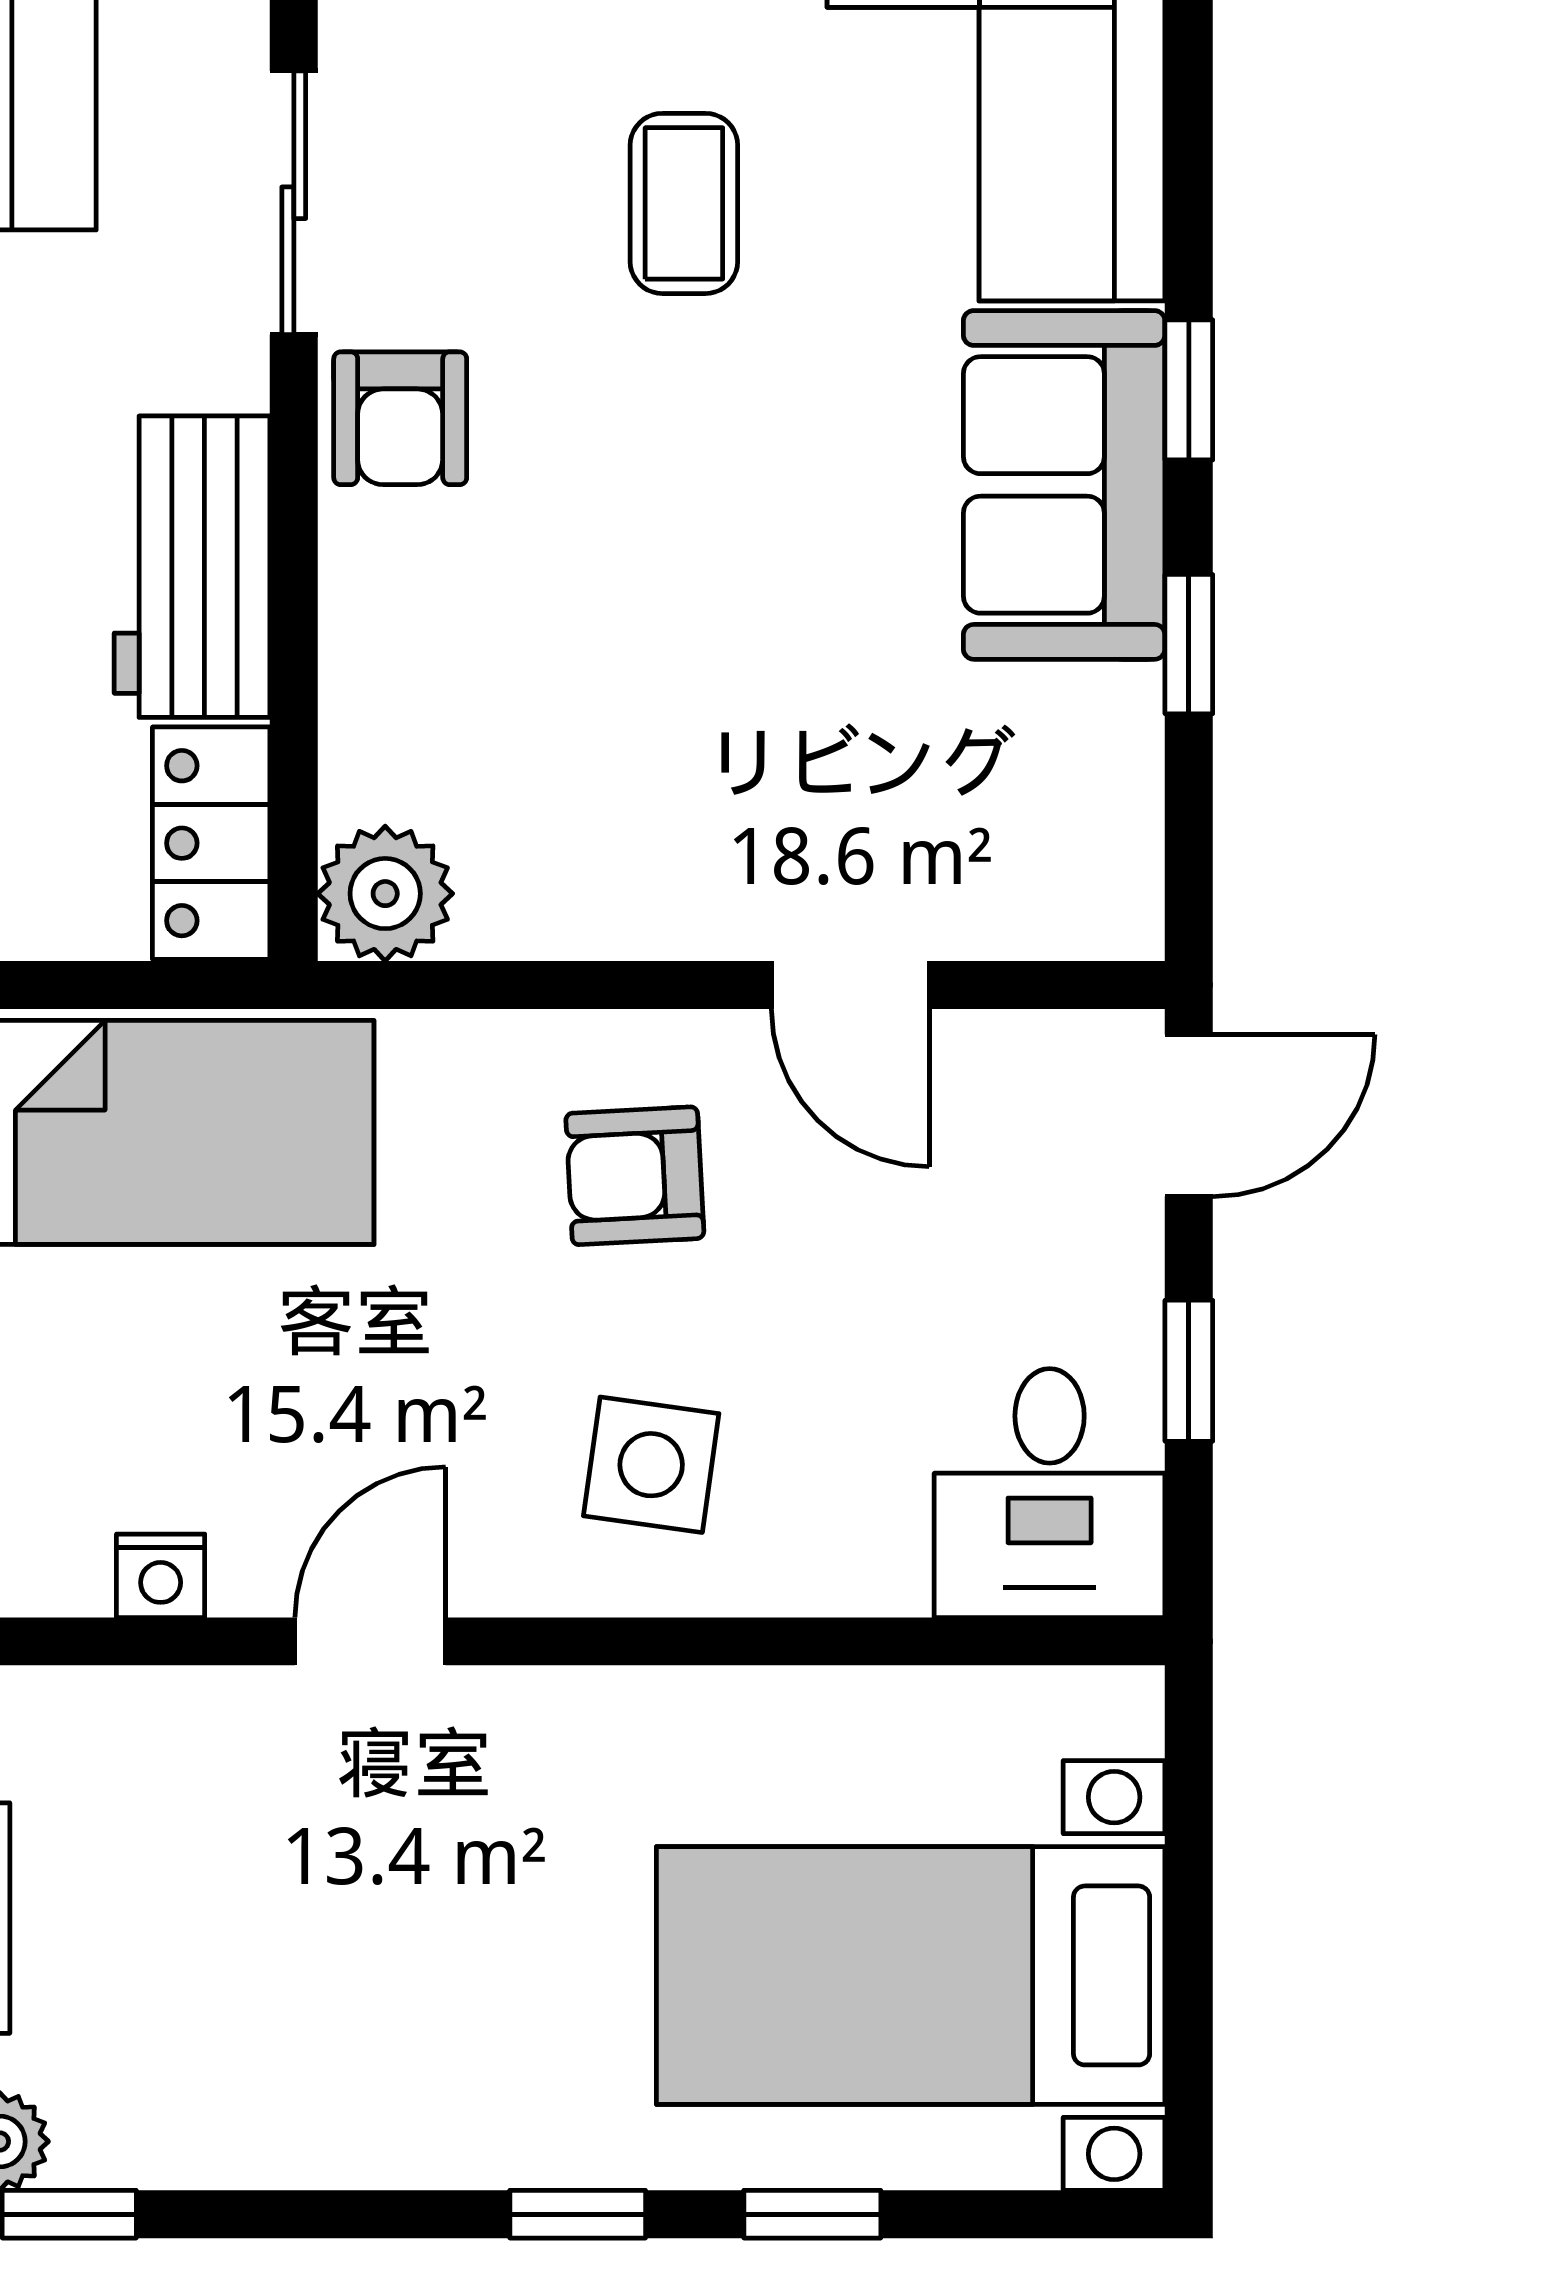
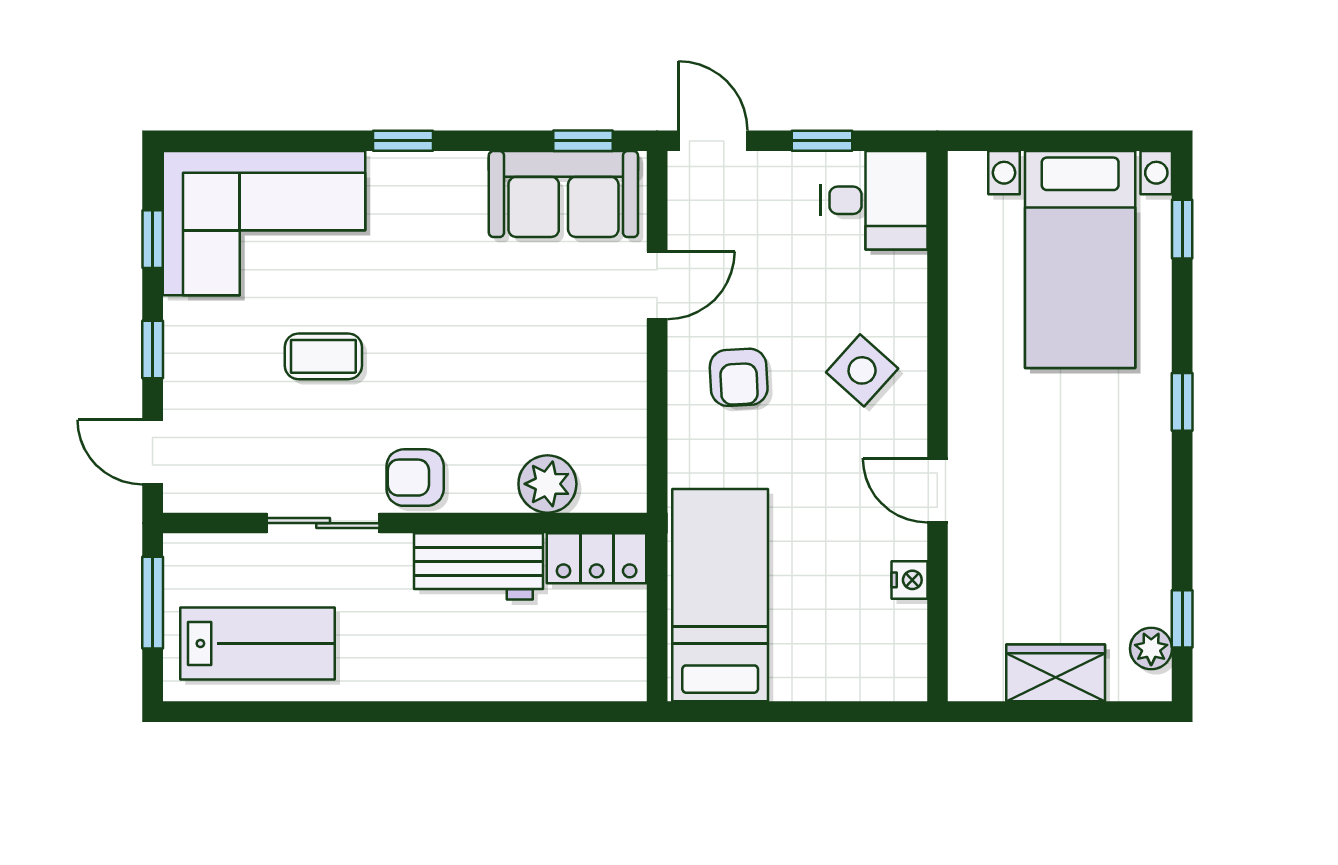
armchair: (400, 418) -> (415, 478), turned 180
sofa: (1064, 485) -> (563, 194), moved
window: (1189, 644) -> (583, 141), moved
plant: (385, 894) -> (547, 484), moved
side table: (651, 1465) -> (862, 370), turned 34
window: (812, 2214) -> (1182, 229), moved

